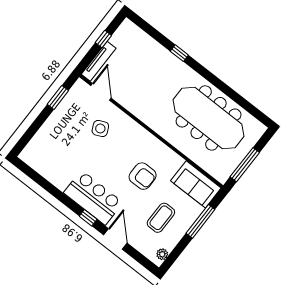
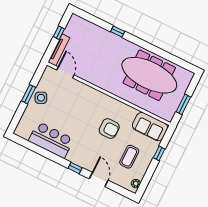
window: (58, 97) -> (29, 94), moved
side table: (100, 128) -> (41, 98), moved
window: (245, 165) -> (183, 104), width x0.69
bar counter: (93, 198) -> (51, 140), moved
window: (200, 221) -> (159, 153), width x0.46

